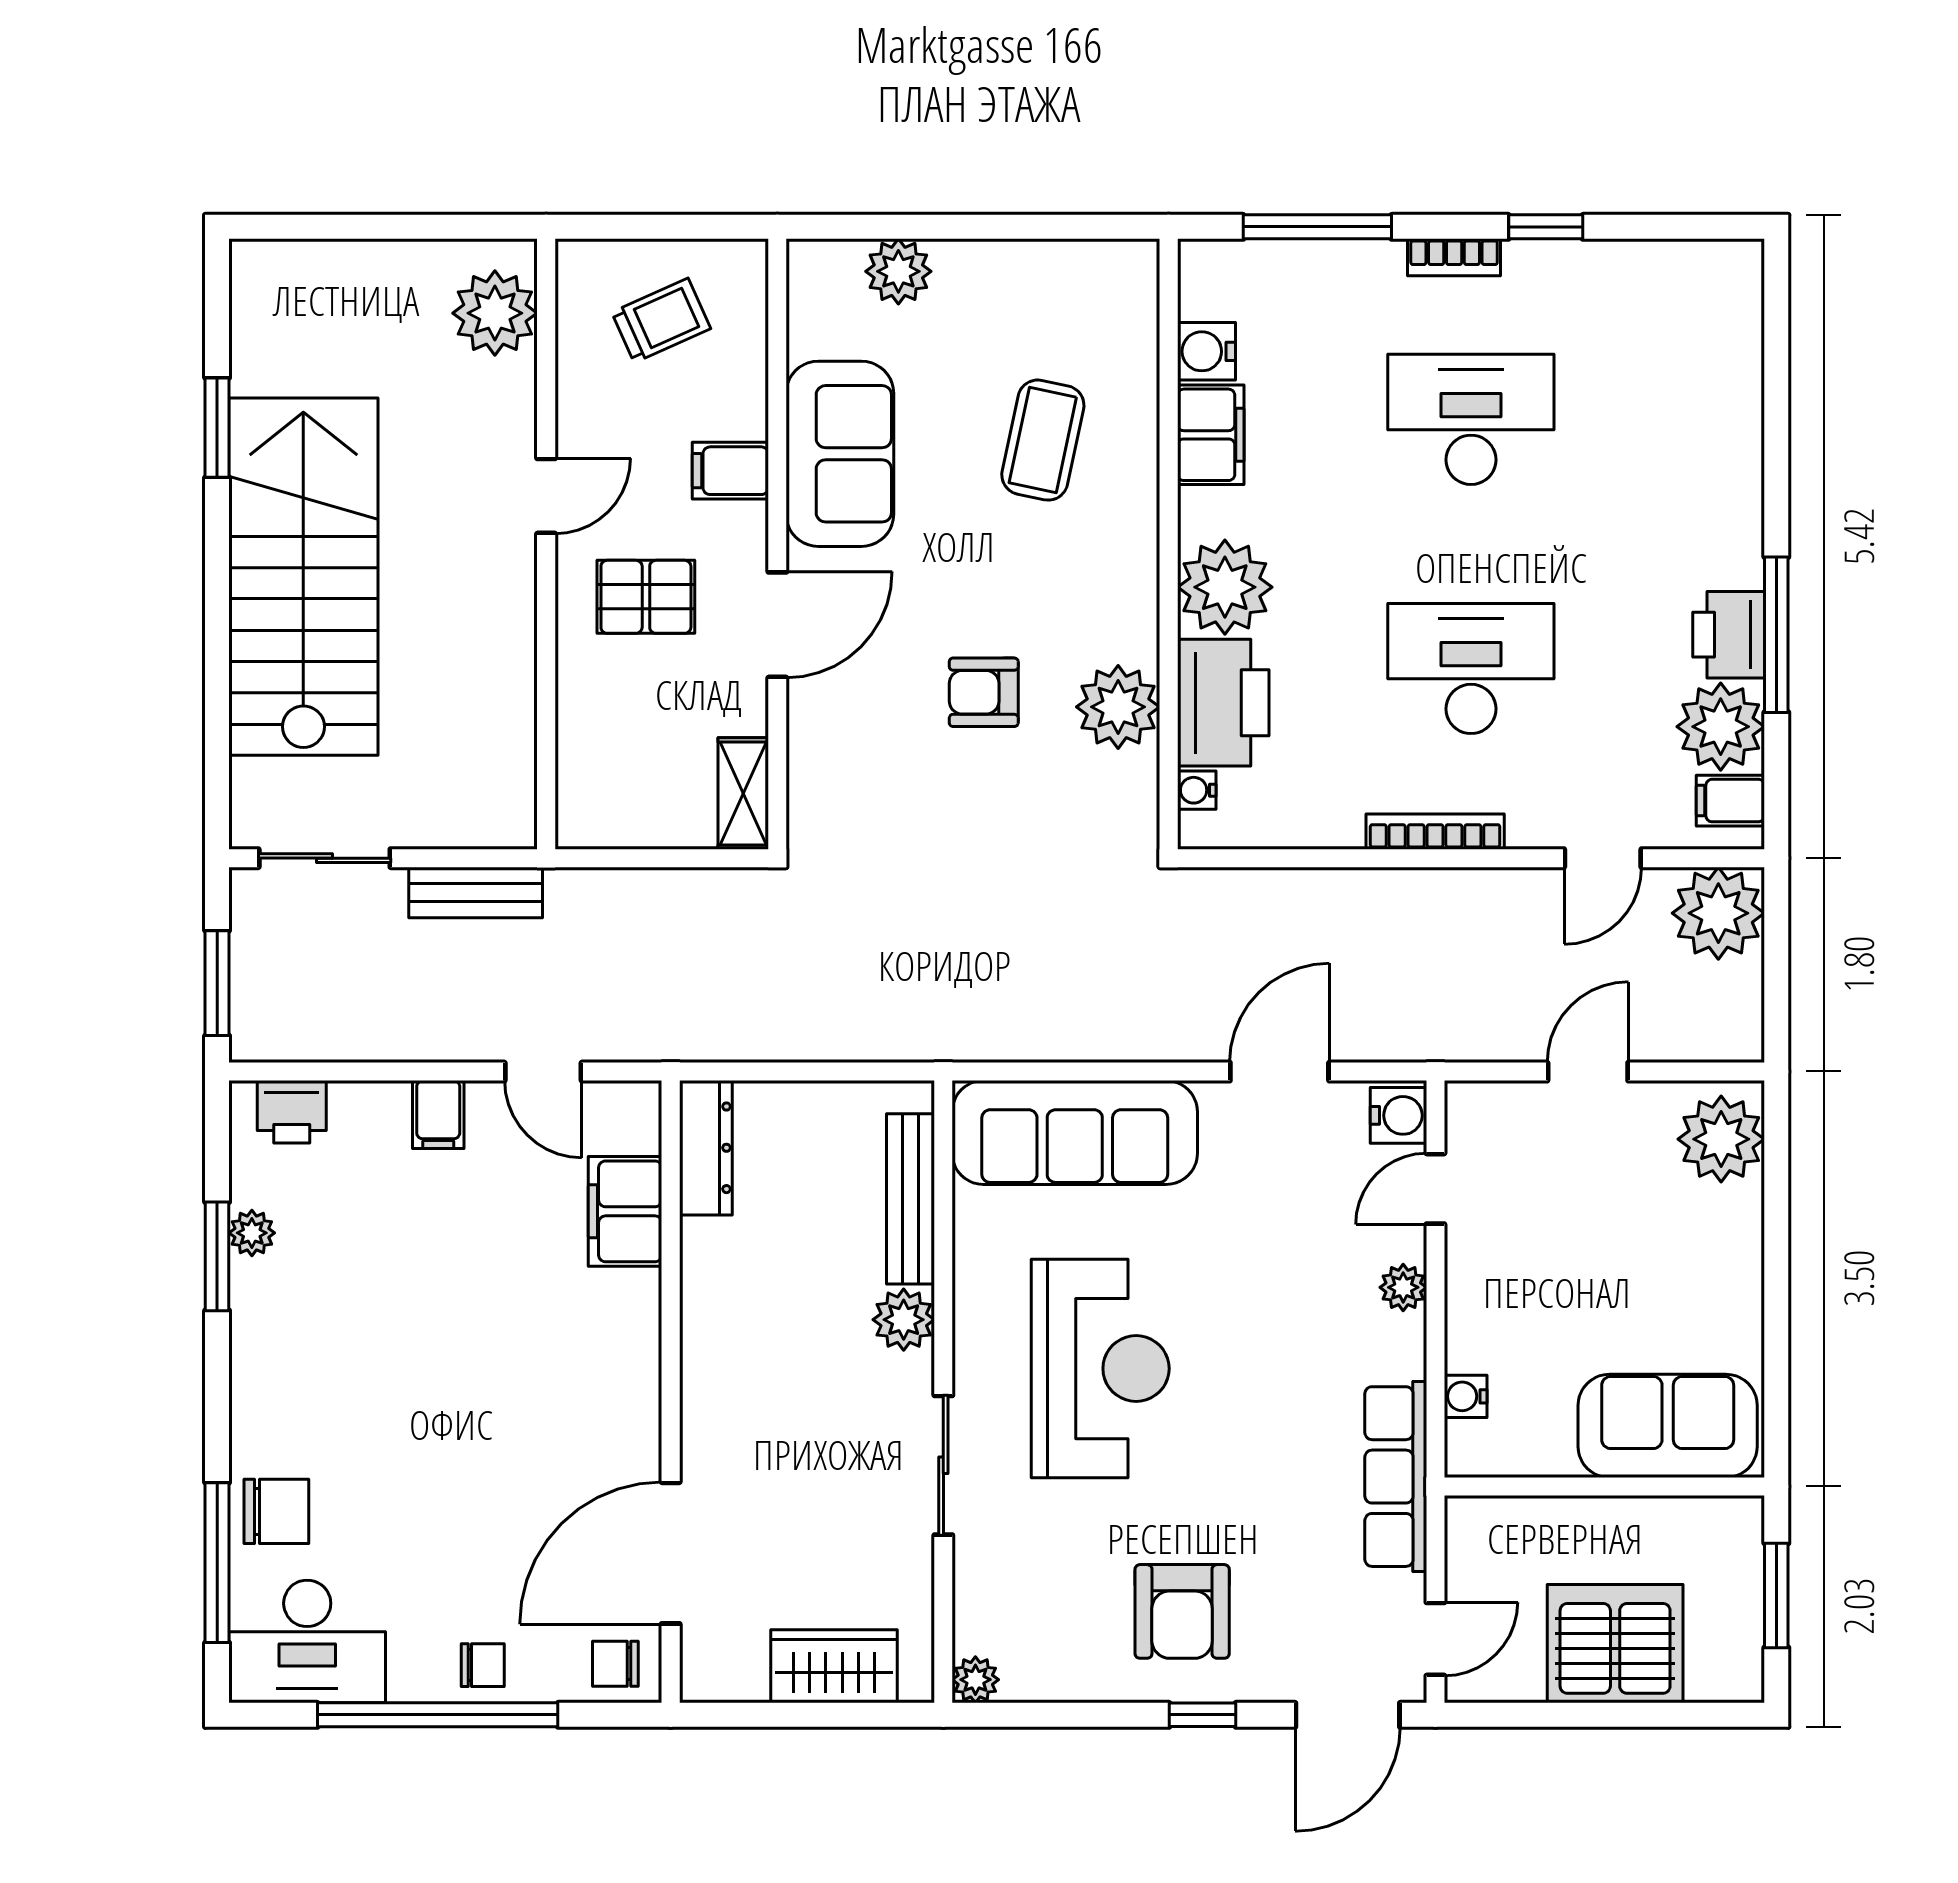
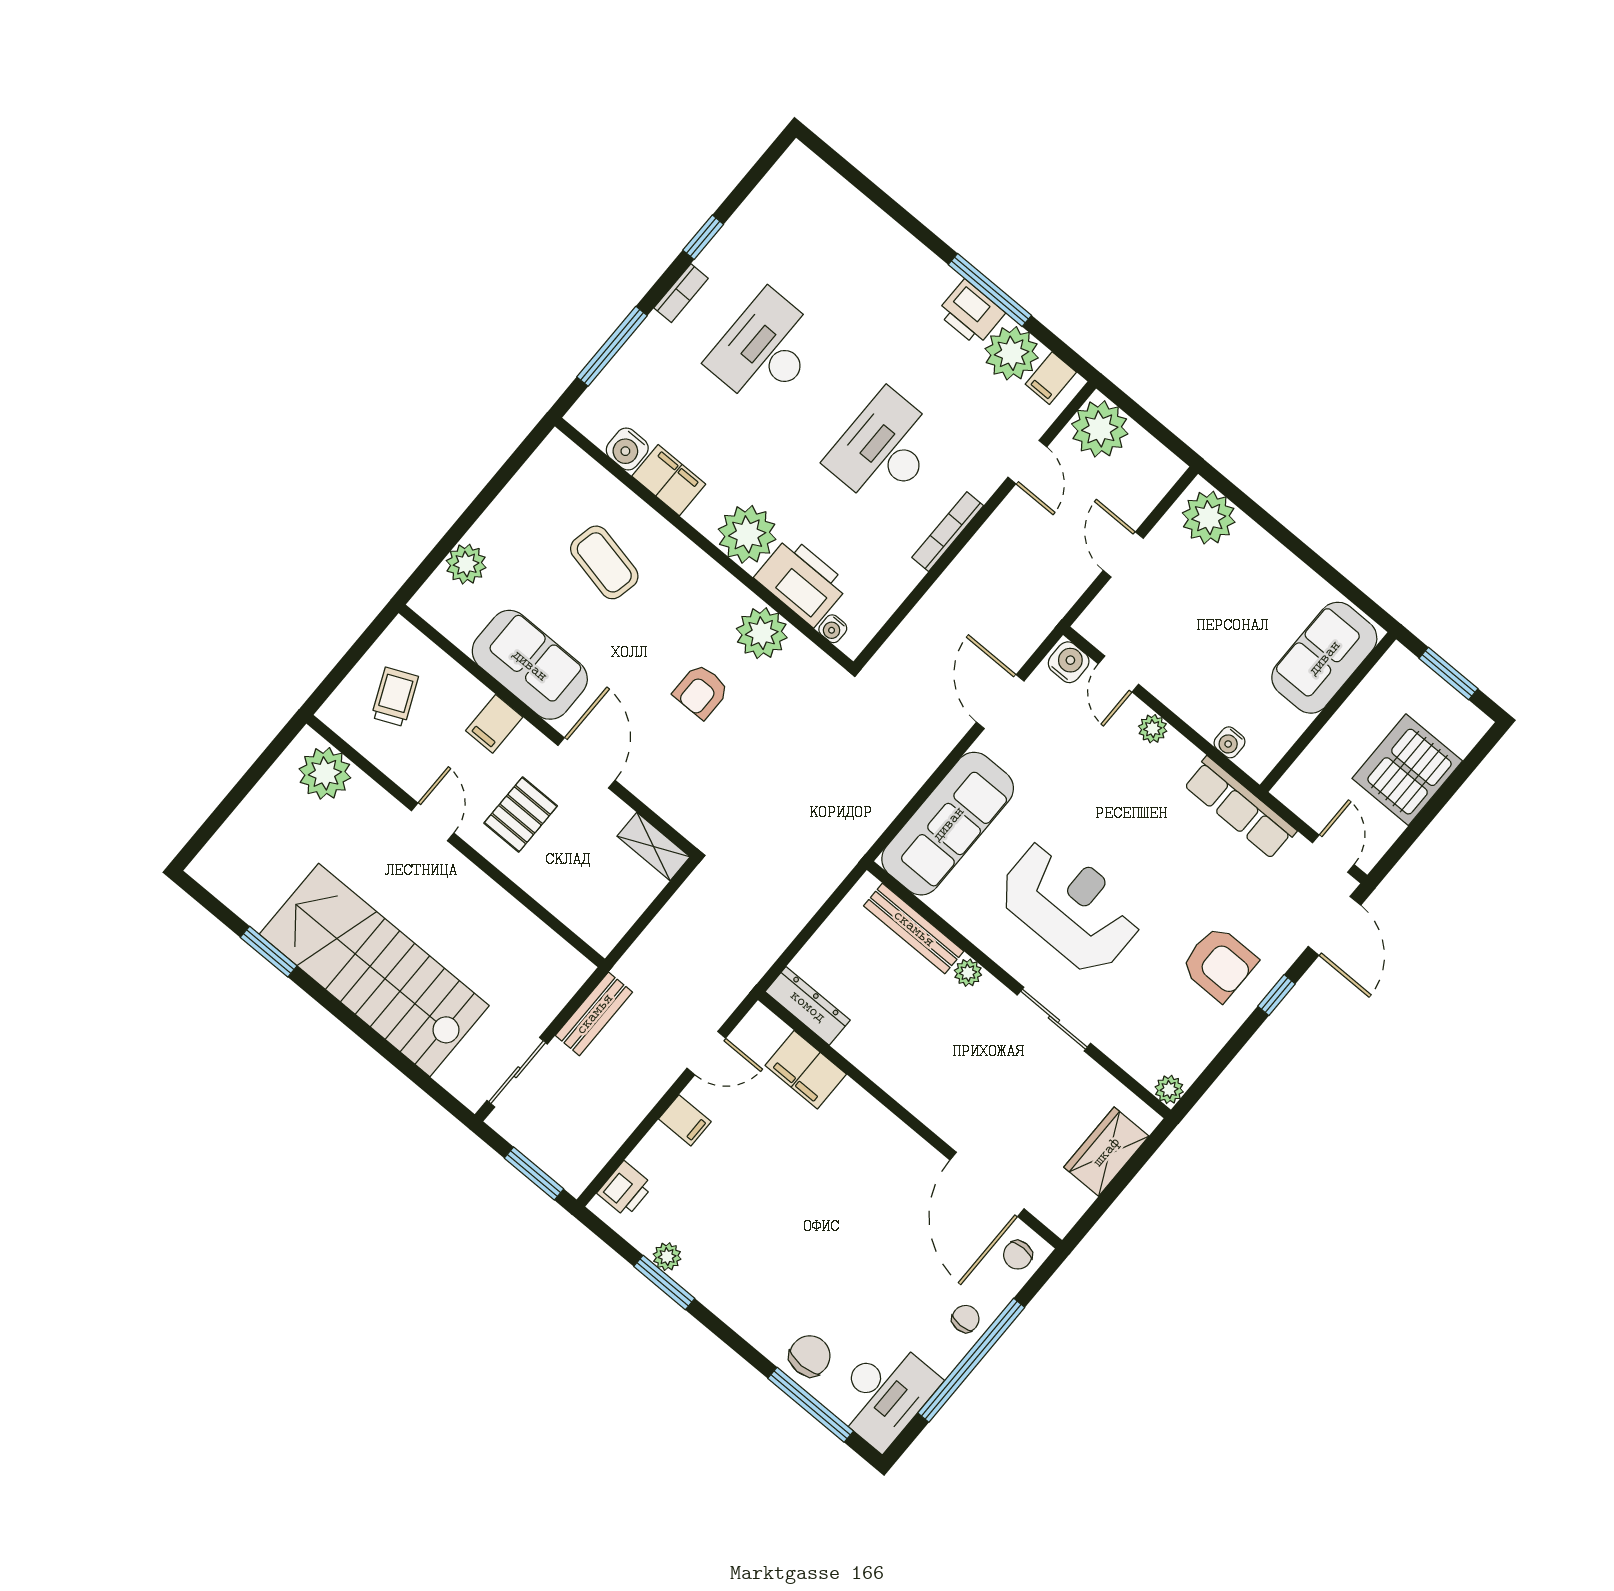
plant: (904, 1320) -> (968, 973), width x0.73, depth x0.73

